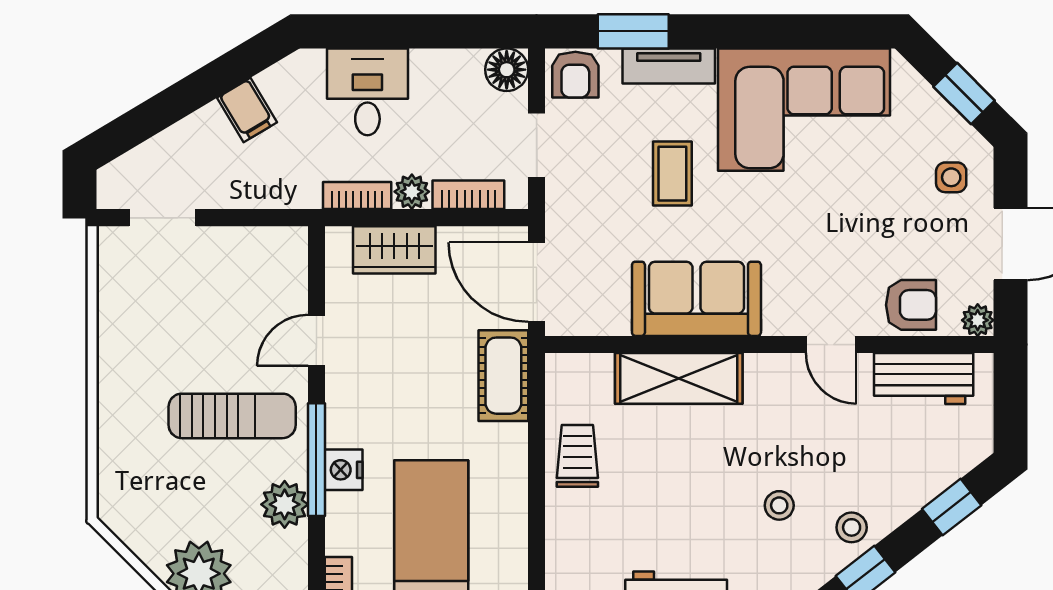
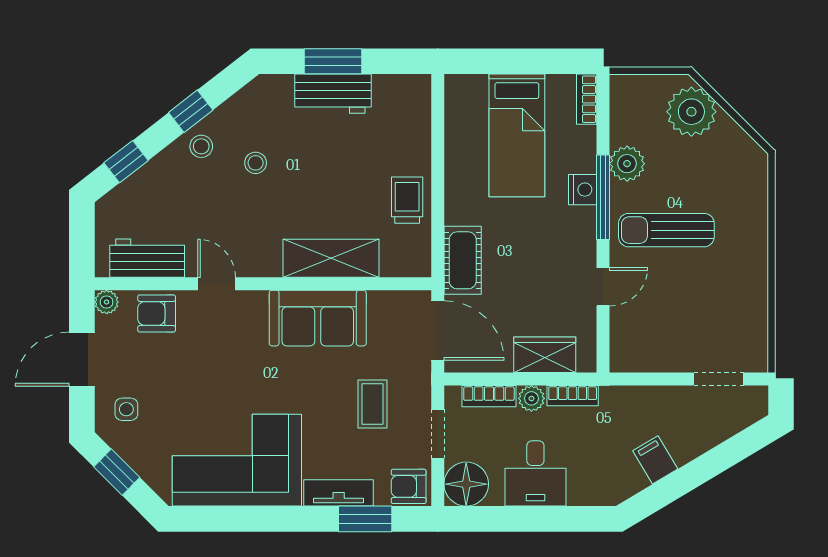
floor lamp: (507, 70) -> (466, 484), width x1.38, depth x1.38
armchair: (575, 75) -> (409, 486), turned -90
desk: (367, 92) -> (535, 473), moved
coffee table: (672, 174) -> (372, 404), moved
trolley: (577, 456) -> (407, 200), turned 180

